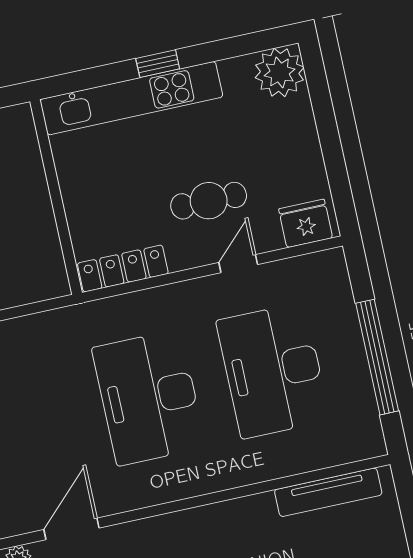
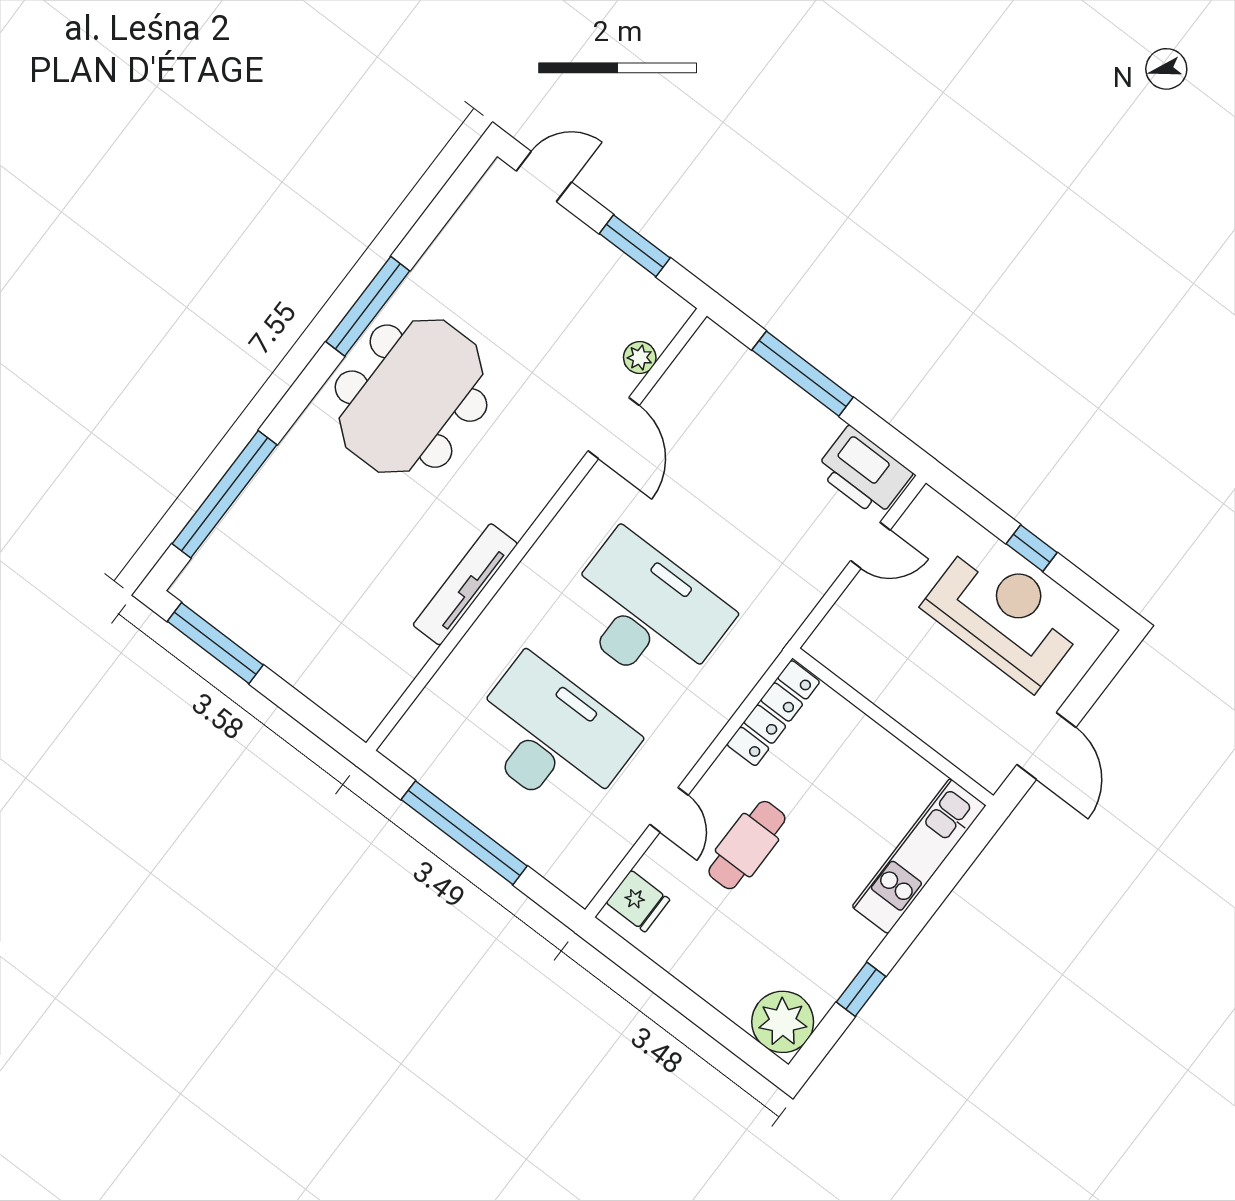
window: (158, 64) -> (861, 989), moved
kitchen unit: (131, 98) -> (919, 856), width x0.73
fridge: (306, 223) -> (638, 901), width x0.72
tv unit: (328, 492) -> (465, 584), moved

